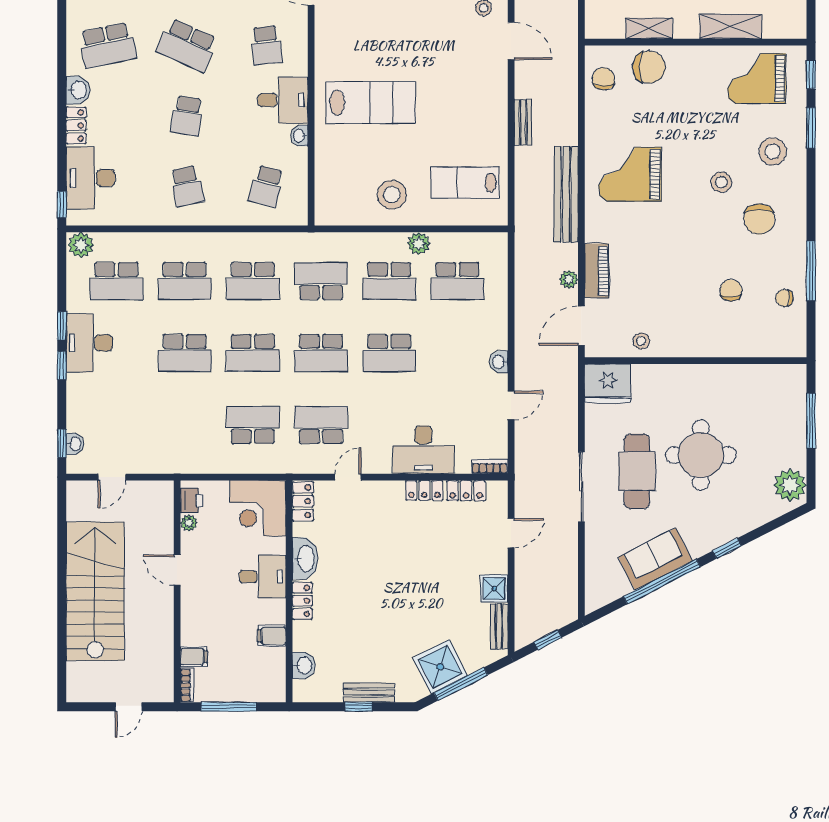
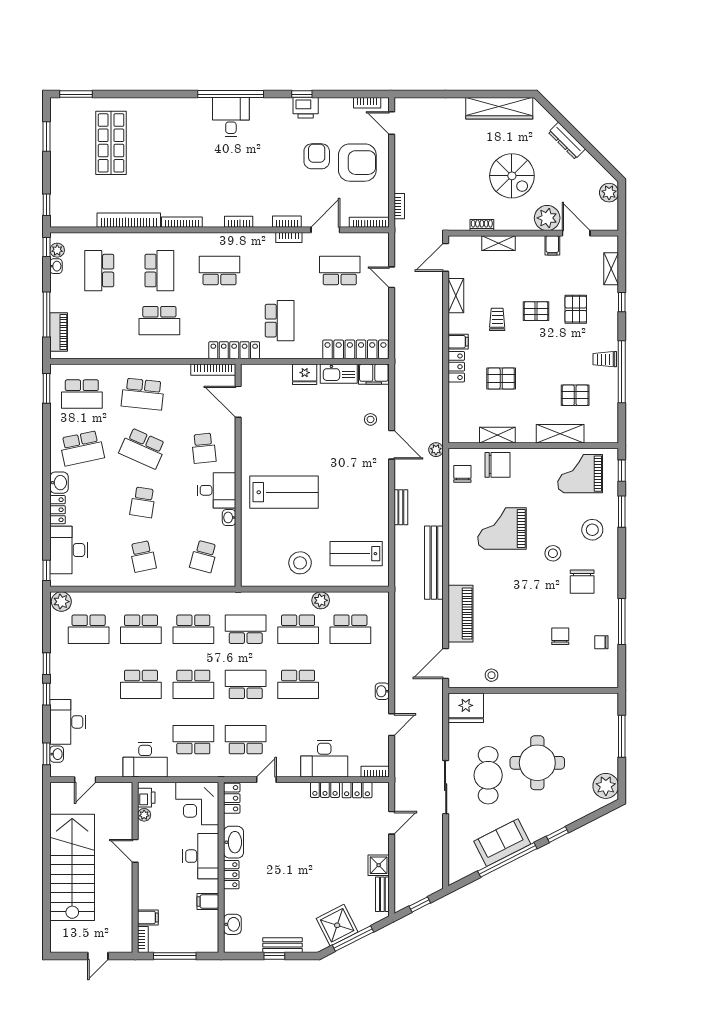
grand piano: (630, 174) -> (502, 529), moved
piano: (597, 271) -> (460, 614), width x1.37, depth x1.33
plant: (569, 279) -> (436, 450), moved
desk: (89, 343) -> (68, 722), moved
school desk: (321, 353) -> (246, 684), turned 180
desk: (190, 451) -> (145, 760), added
desk: (263, 577) -> (201, 856), width x1.37

